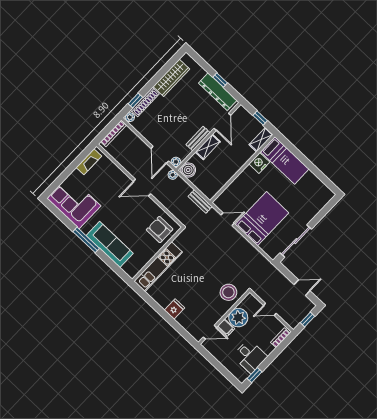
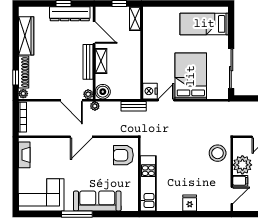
bench: (198, 139) -> (88, 62), width x1.36
bed: (285, 160) -> (204, 24), moved, turned 180
nightstand: (259, 163) -> (150, 91), moved

